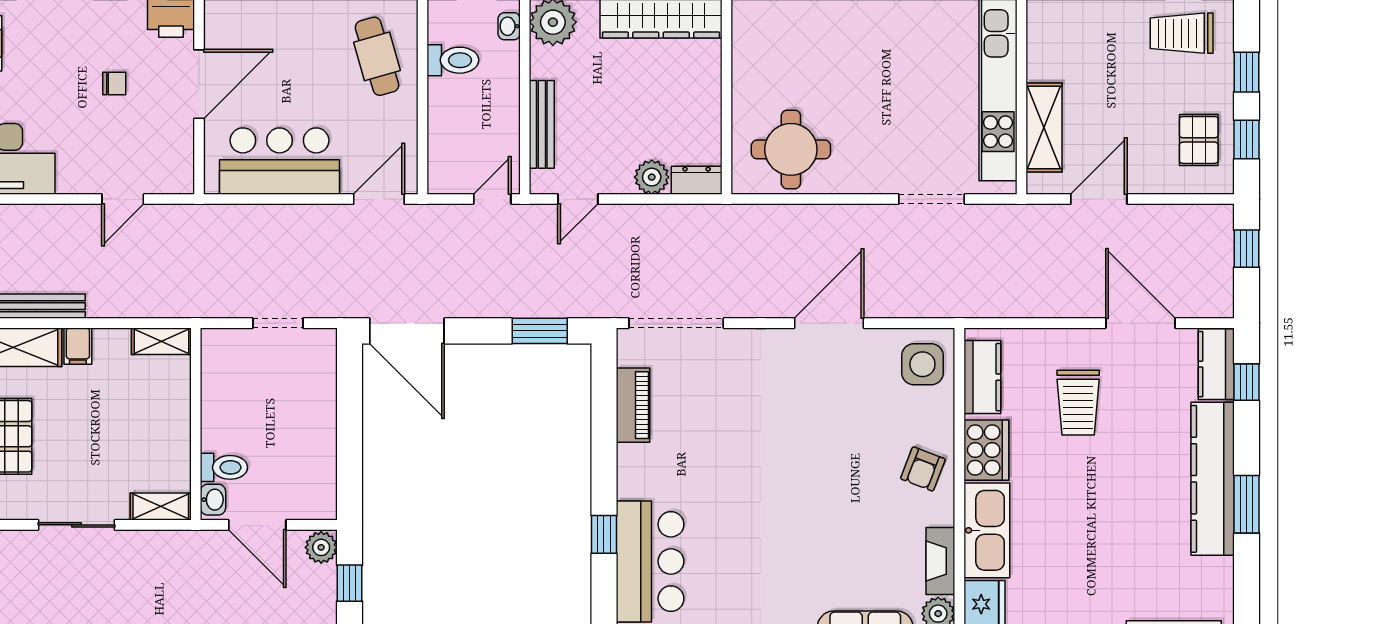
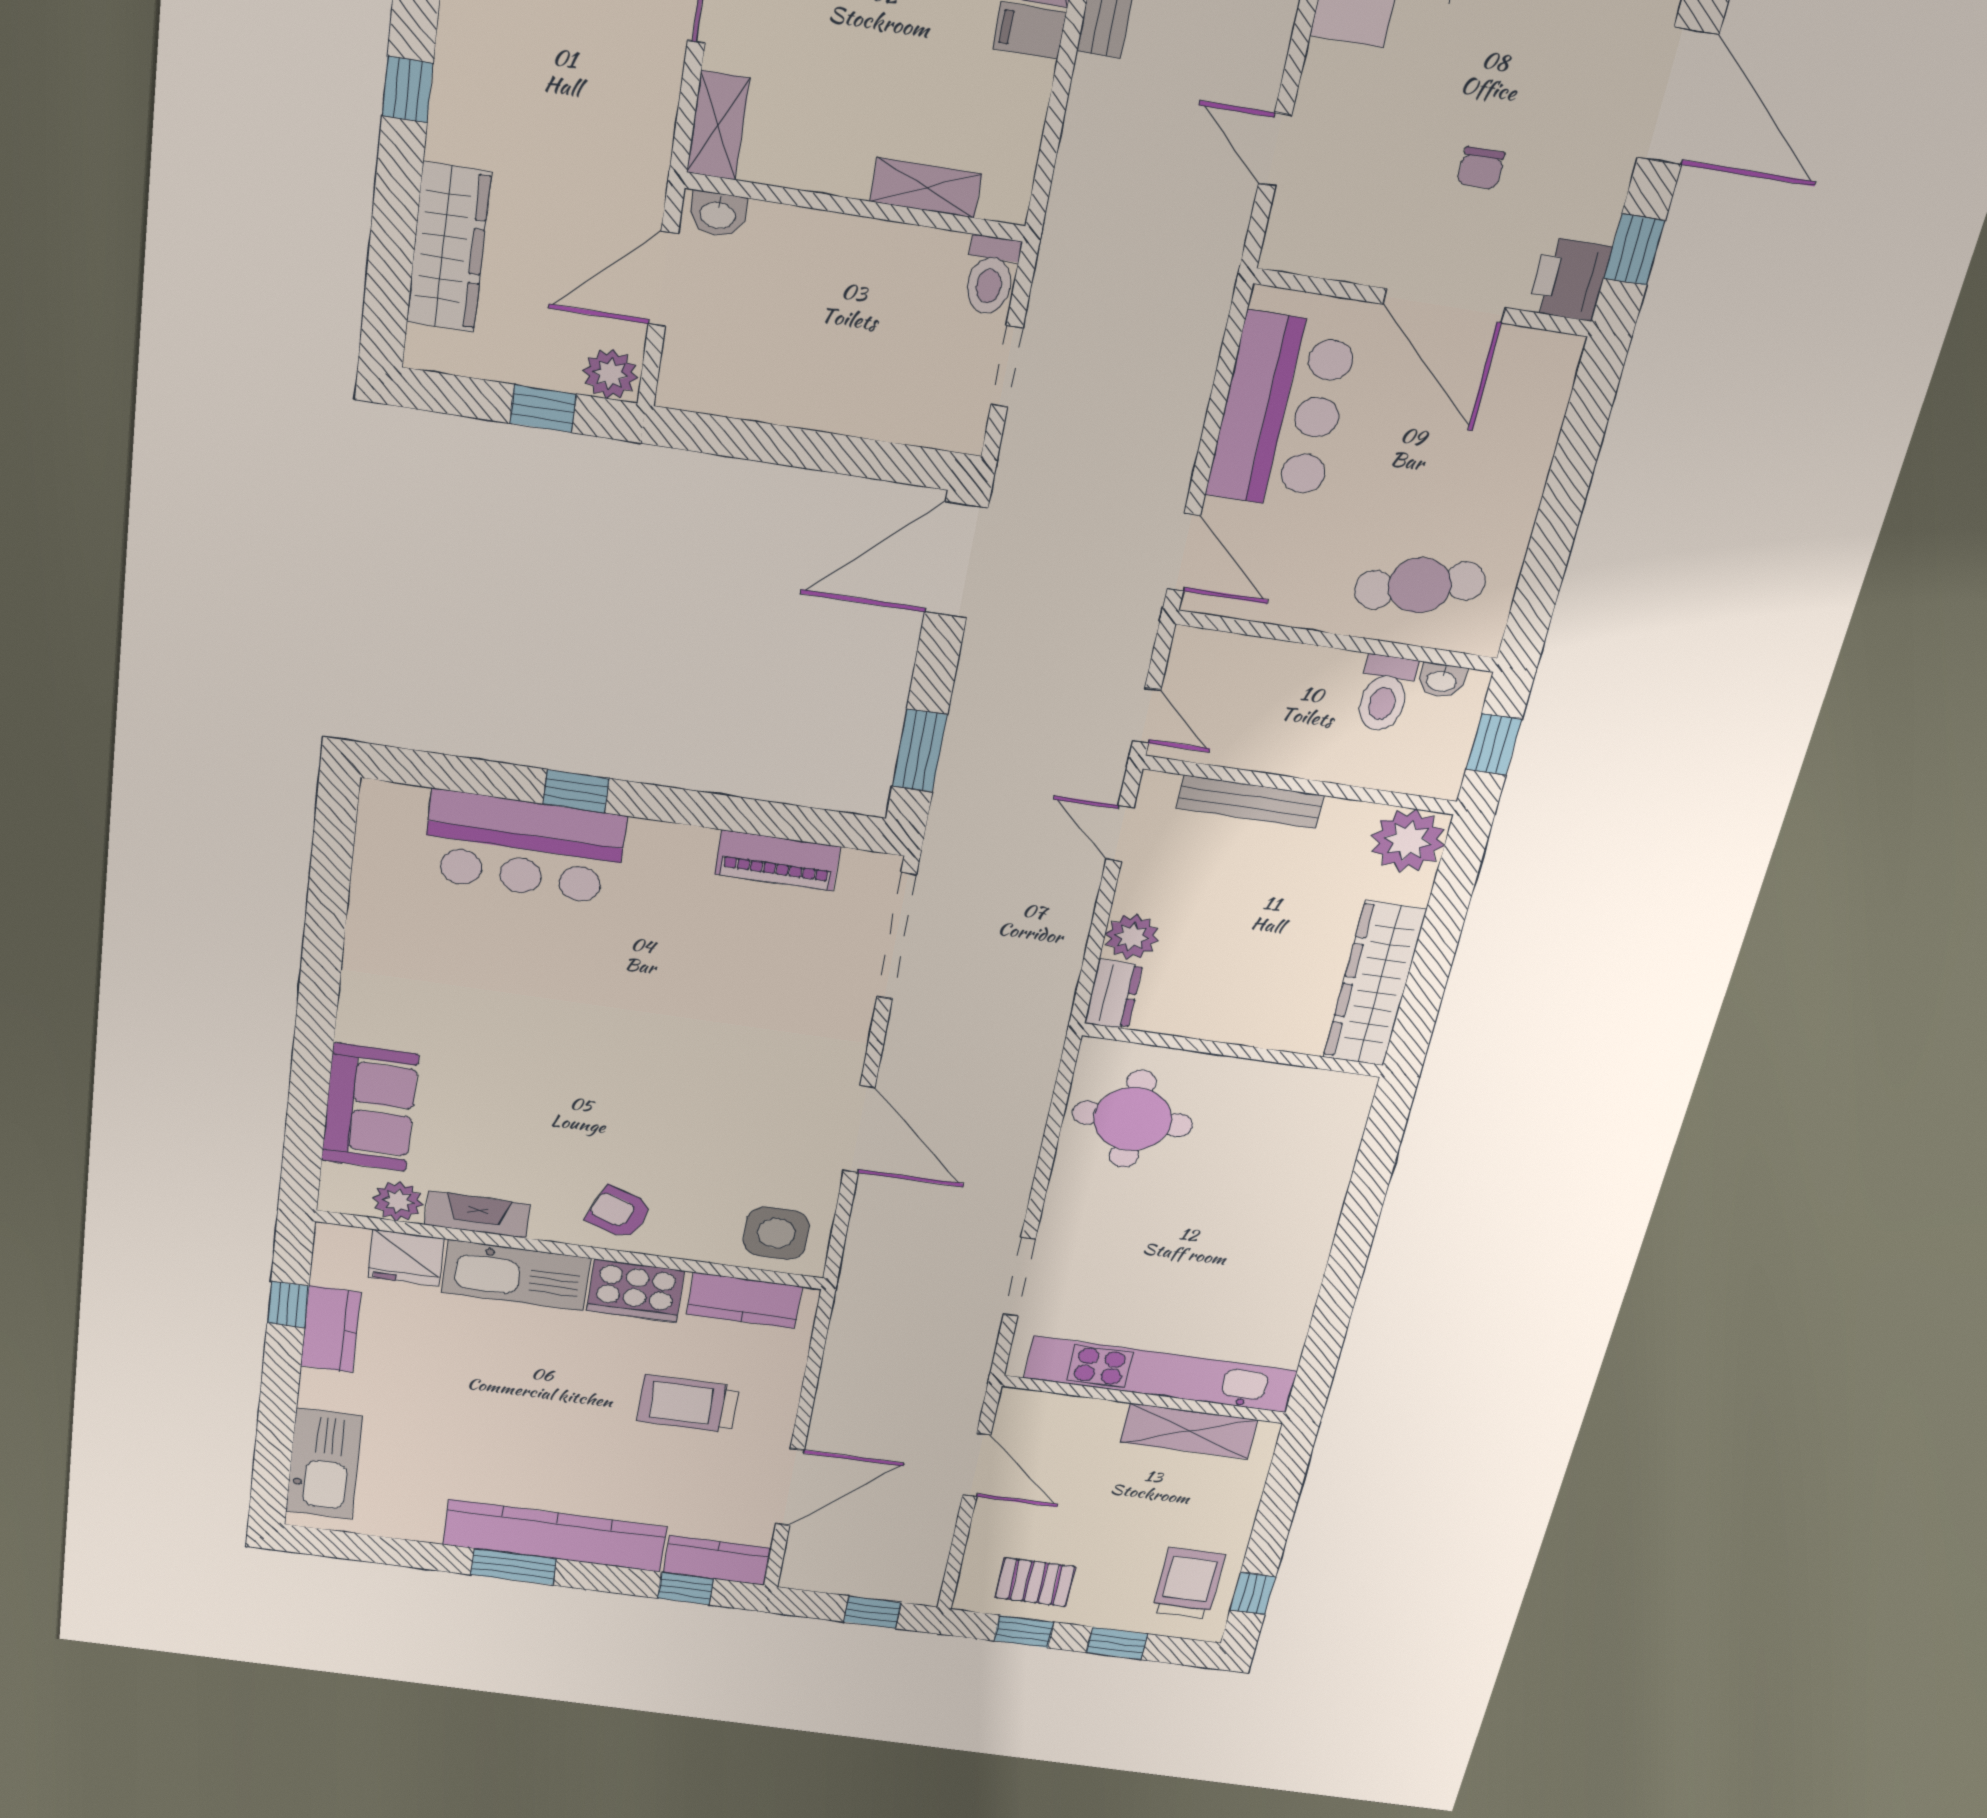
washbasin: (509, 26) -> (1441, 680), moved, turned 180
shelving: (1044, 128) -> (1189, 1431), moved
shelving: (161, 341) -> (926, 188), moved, turned 90
toilet: (224, 467) -> (991, 275), moved

